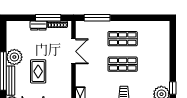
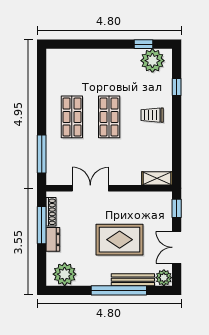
plant: (14, 57) -> (65, 274), moved
rug: (38, 71) -> (120, 240), width x1.36, depth x1.43

